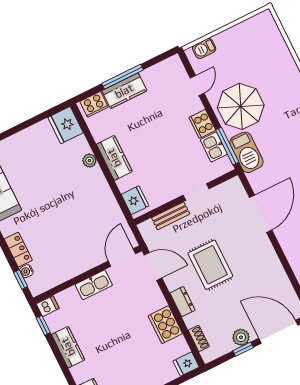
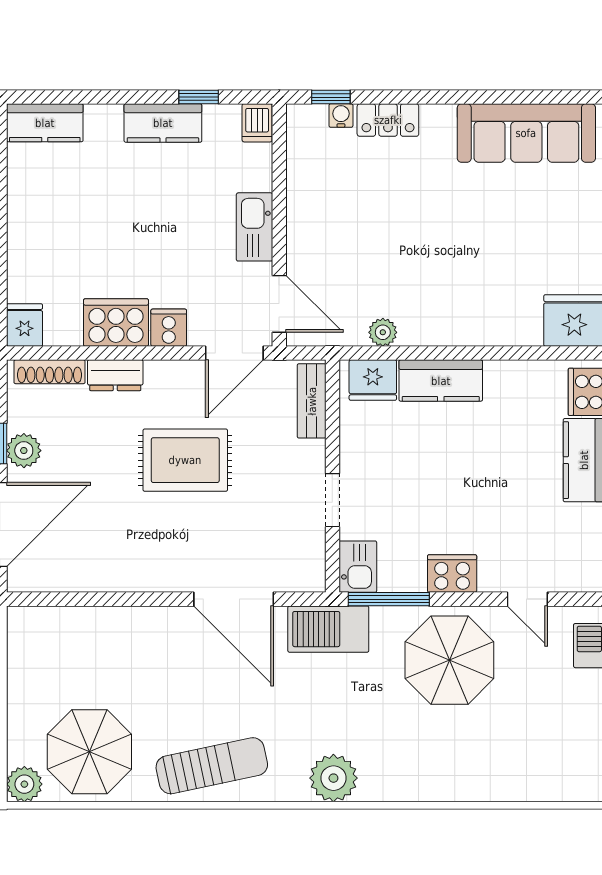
kitchen sink: (214, 147) -> (358, 567), moved, turned 90
barbecue: (246, 152) -> (328, 629), moved
kitchen counter: (114, 158) -> (441, 381), moved
plant: (89, 161) -> (383, 332), moved
bench: (171, 216) -> (312, 401), moved
cooker: (156, 301) -> (169, 328), added
dresser: (182, 302) -> (115, 375), moved
window: (43, 325) -> (199, 97), moved
shoe rack: (199, 338) -> (50, 372), width x1.43

